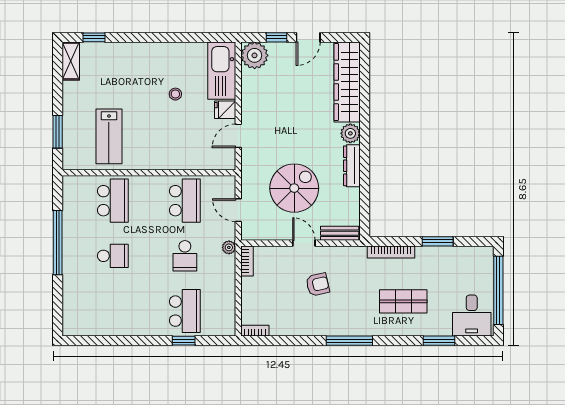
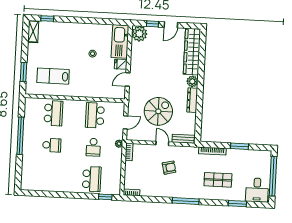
lab bench: (109, 136) -> (53, 76), turned 90
school desk: (185, 201) -> (95, 115), turned 180
door: (238, 210) -> (125, 122), swing flipped
window: (184, 341) -> (105, 197), moved

